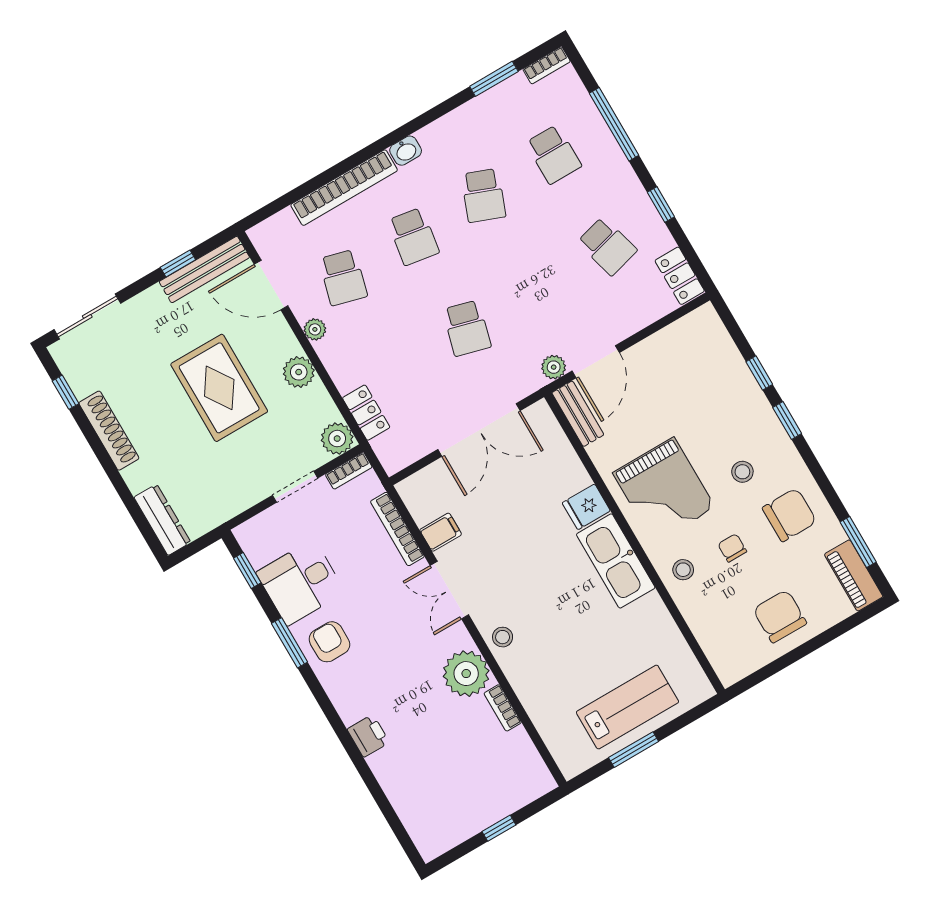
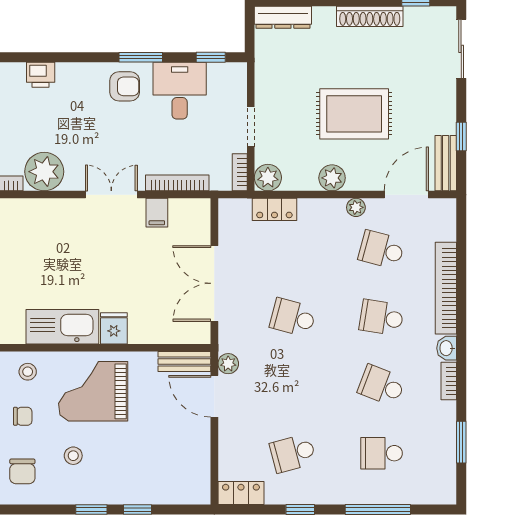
bookcase: (547, 65) -> (449, 381), moved
bench: (204, 269) -> (446, 163), width x0.73
chair: (789, 515) -> (22, 471), width x0.73, depth x0.73
stool: (503, 637) -> (55, 213), removed

